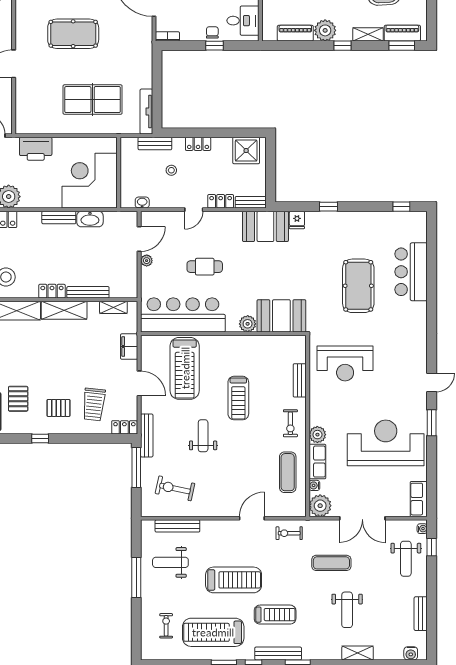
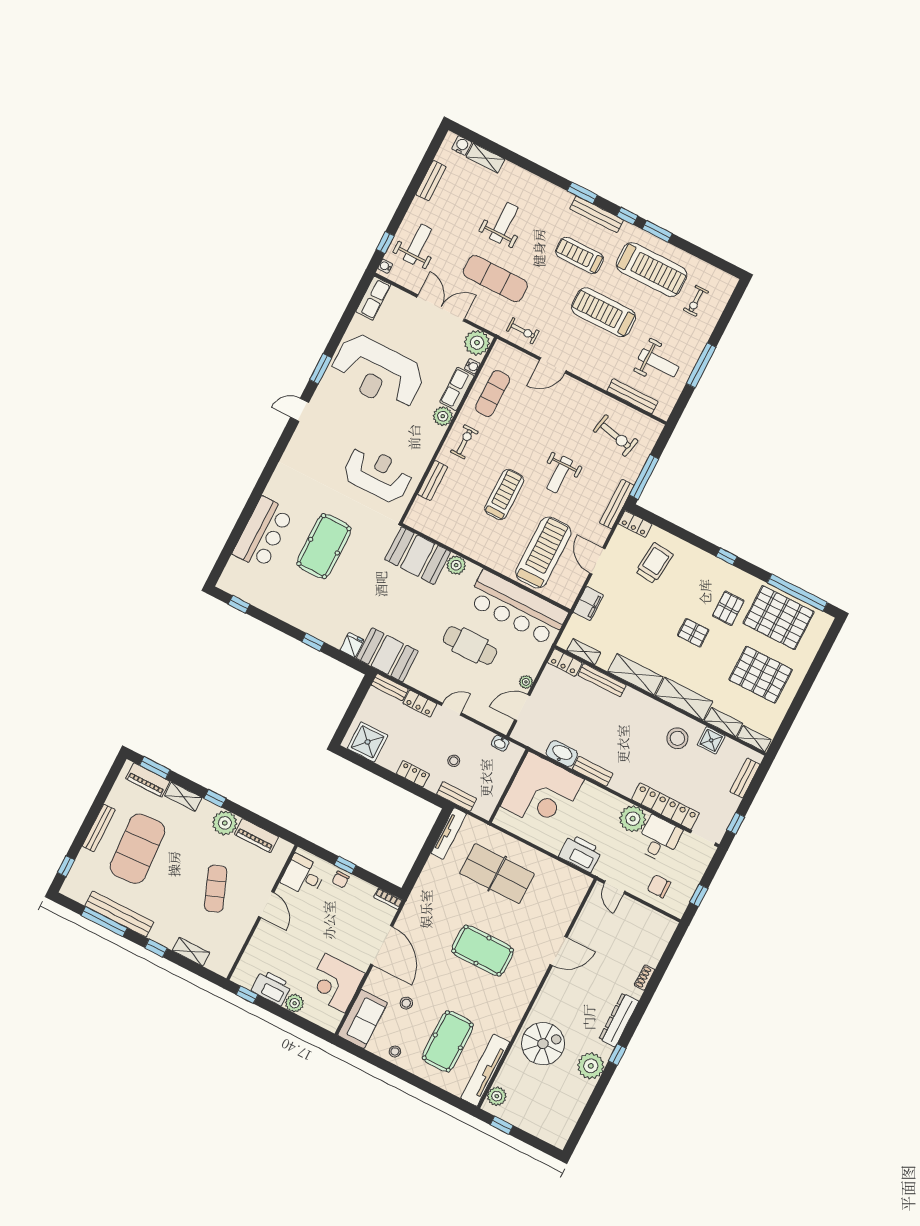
cafe table: (205, 267) -> (470, 646), width x1.37, depth x1.35
locker: (52, 291) -> (565, 663), moved
pallet: (59, 408) -> (693, 633), moved
exercise mat: (331, 563) -> (495, 279), width x1.36, depth x1.45
shelving: (358, 653) -> (485, 158), moved

